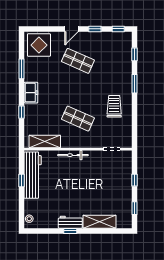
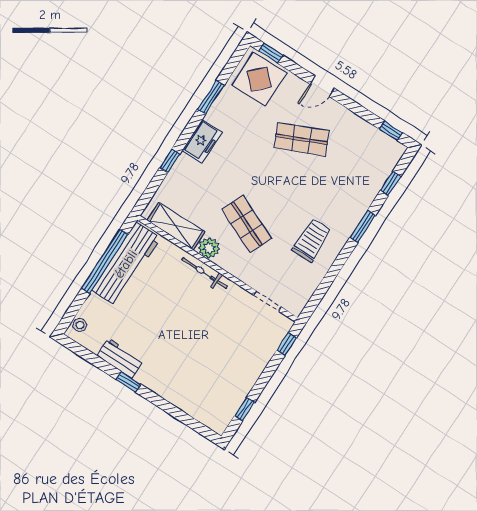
window: (95, 29) -> (271, 53), moved
shop shelf: (78, 61) -> (301, 139), turned -48
plant: (67, 142) -> (209, 248), added
window: (21, 180) -> (105, 261), width x3.17
window: (134, 180) -> (287, 344), moved
workbench: (70, 222) -> (120, 358), moved
shelving: (100, 222) -> (180, 396), removed

